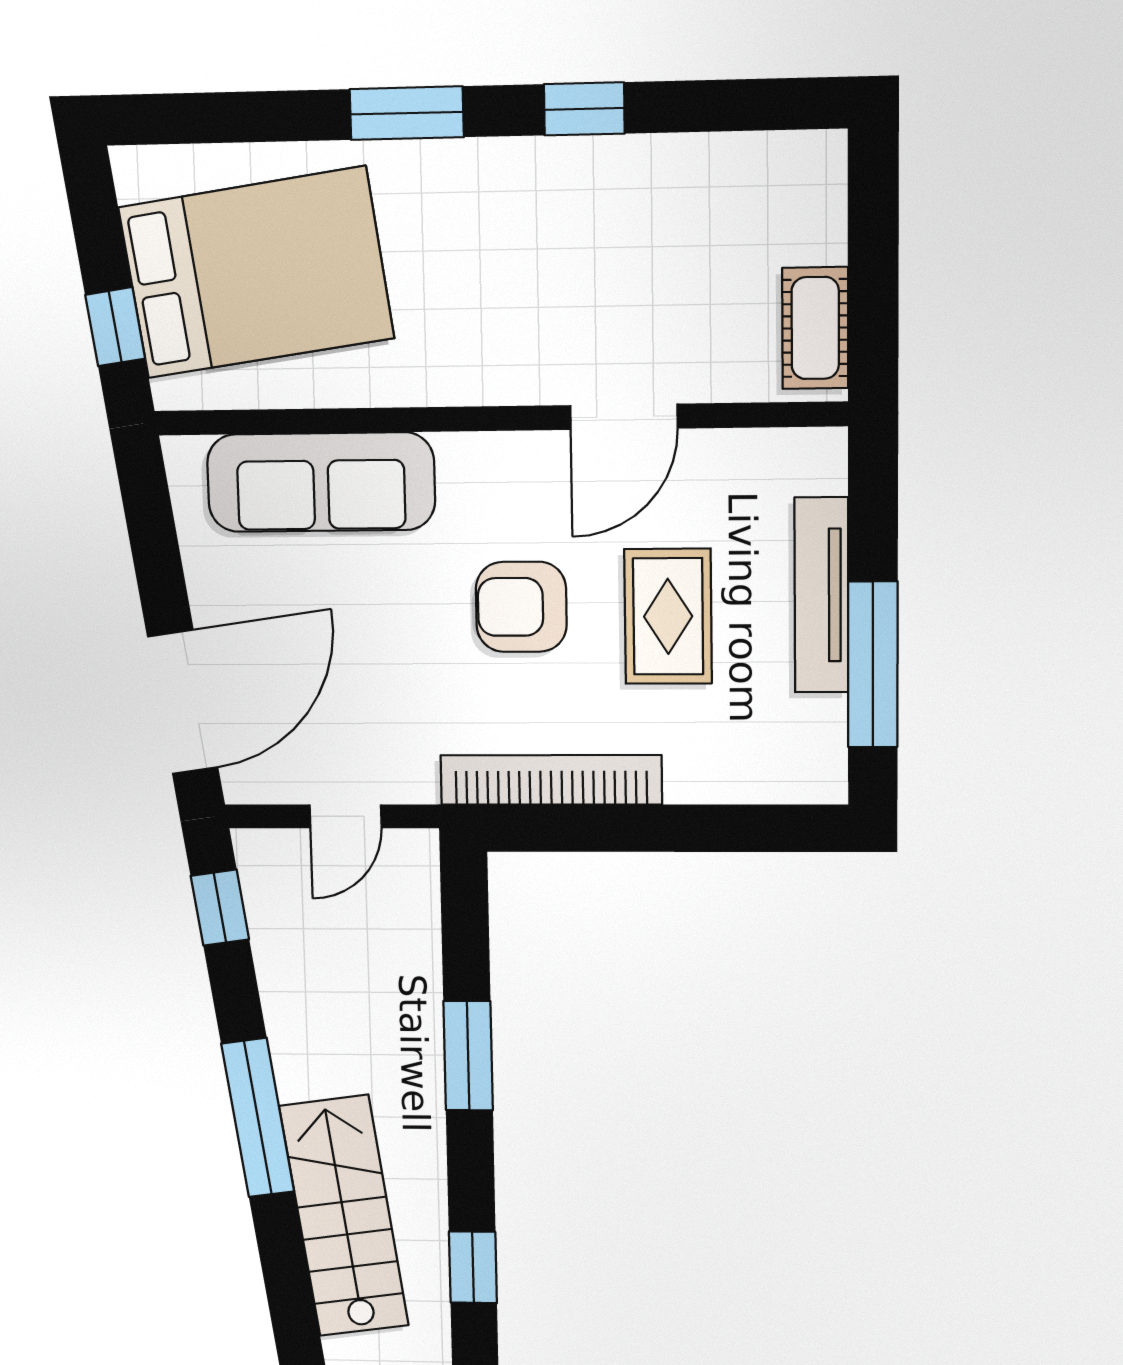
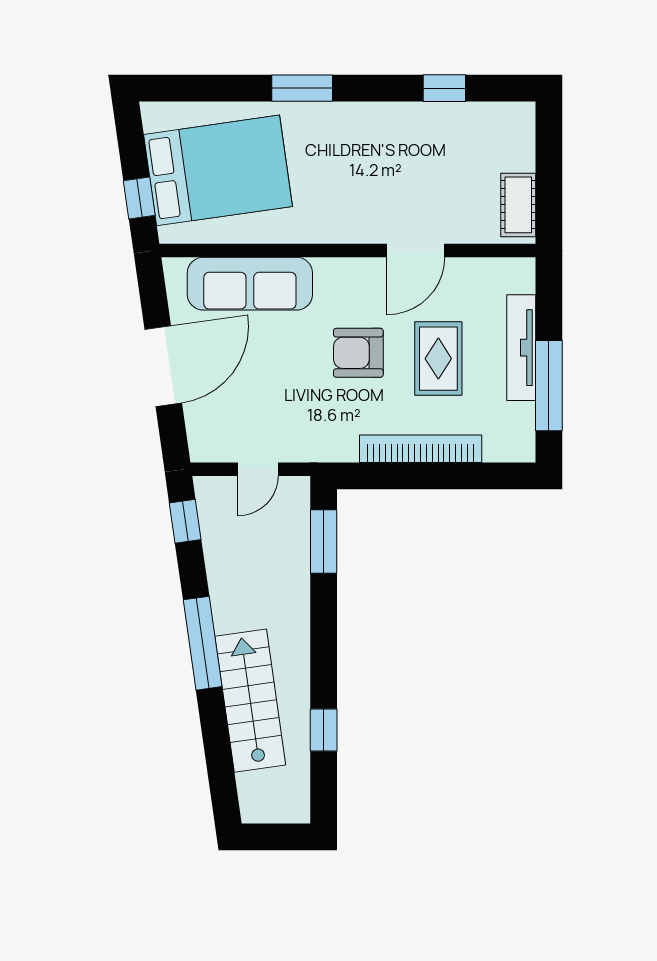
window: (584, 109) -> (444, 88), moved
door: (183, 702) -> (163, 366), moved
bookcase: (551, 780) -> (421, 449), moved
window: (468, 1056) -> (324, 541), moved

